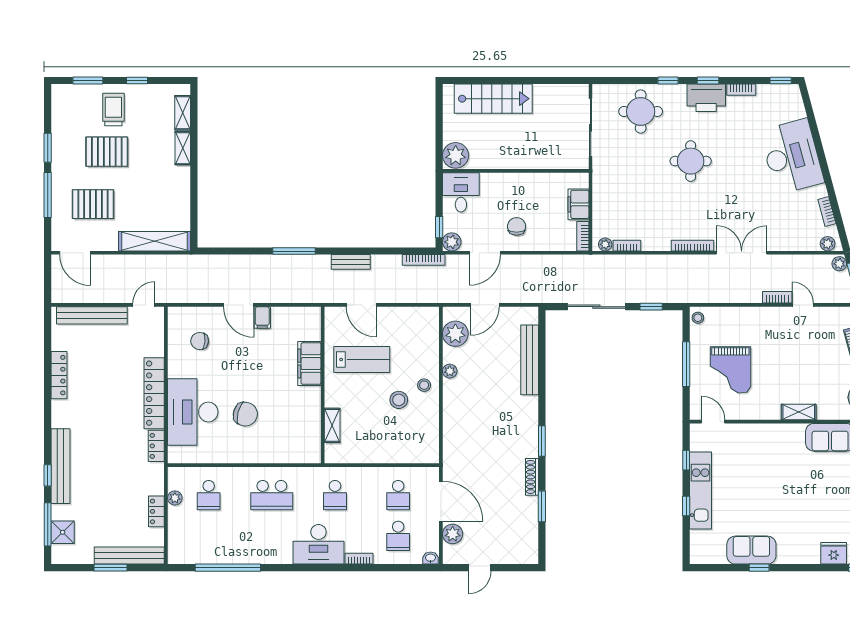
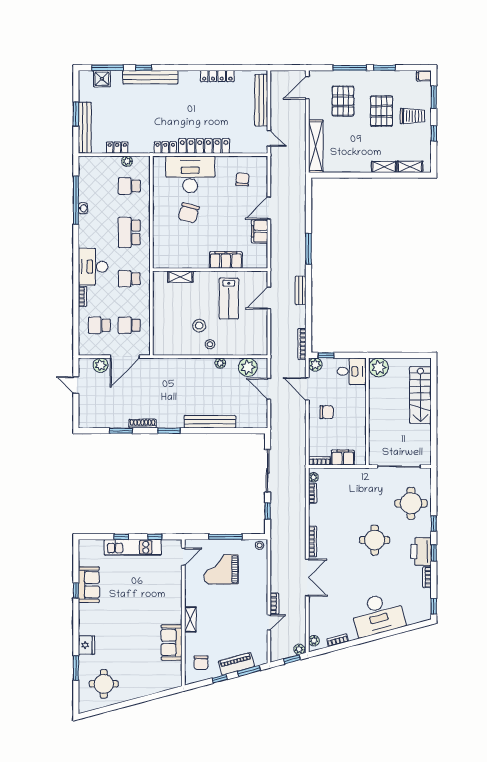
filing cabinet: (59, 94) -> (424, 76), added
filing cabinet: (262, 318) -> (260, 231), width x2.00
bench: (530, 360) -> (210, 422), moved
washbasin: (431, 558) -> (83, 208), moved

